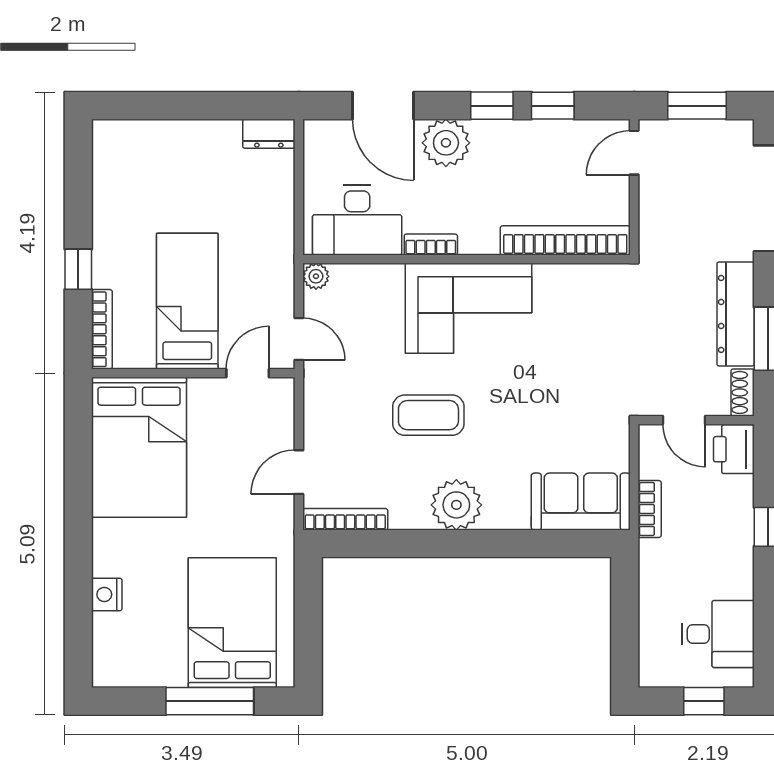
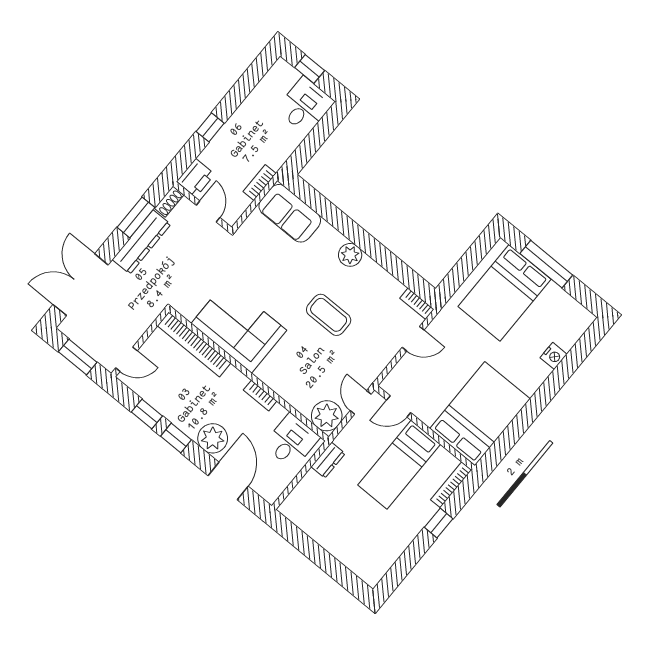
dresser: (269, 134) -> (328, 460), moved, turned 90
desk: (357, 220) -> (292, 441), width x0.73
plant: (316, 276) -> (327, 416), width x1.87, depth x1.87
corner sofa: (469, 308) -> (239, 327), moved
plant: (456, 505) -> (350, 255), width x0.73, depth x0.73
bookcase: (345, 519) -> (417, 304), width x0.64
desk: (718, 634) -> (305, 106), moved, turned 90

